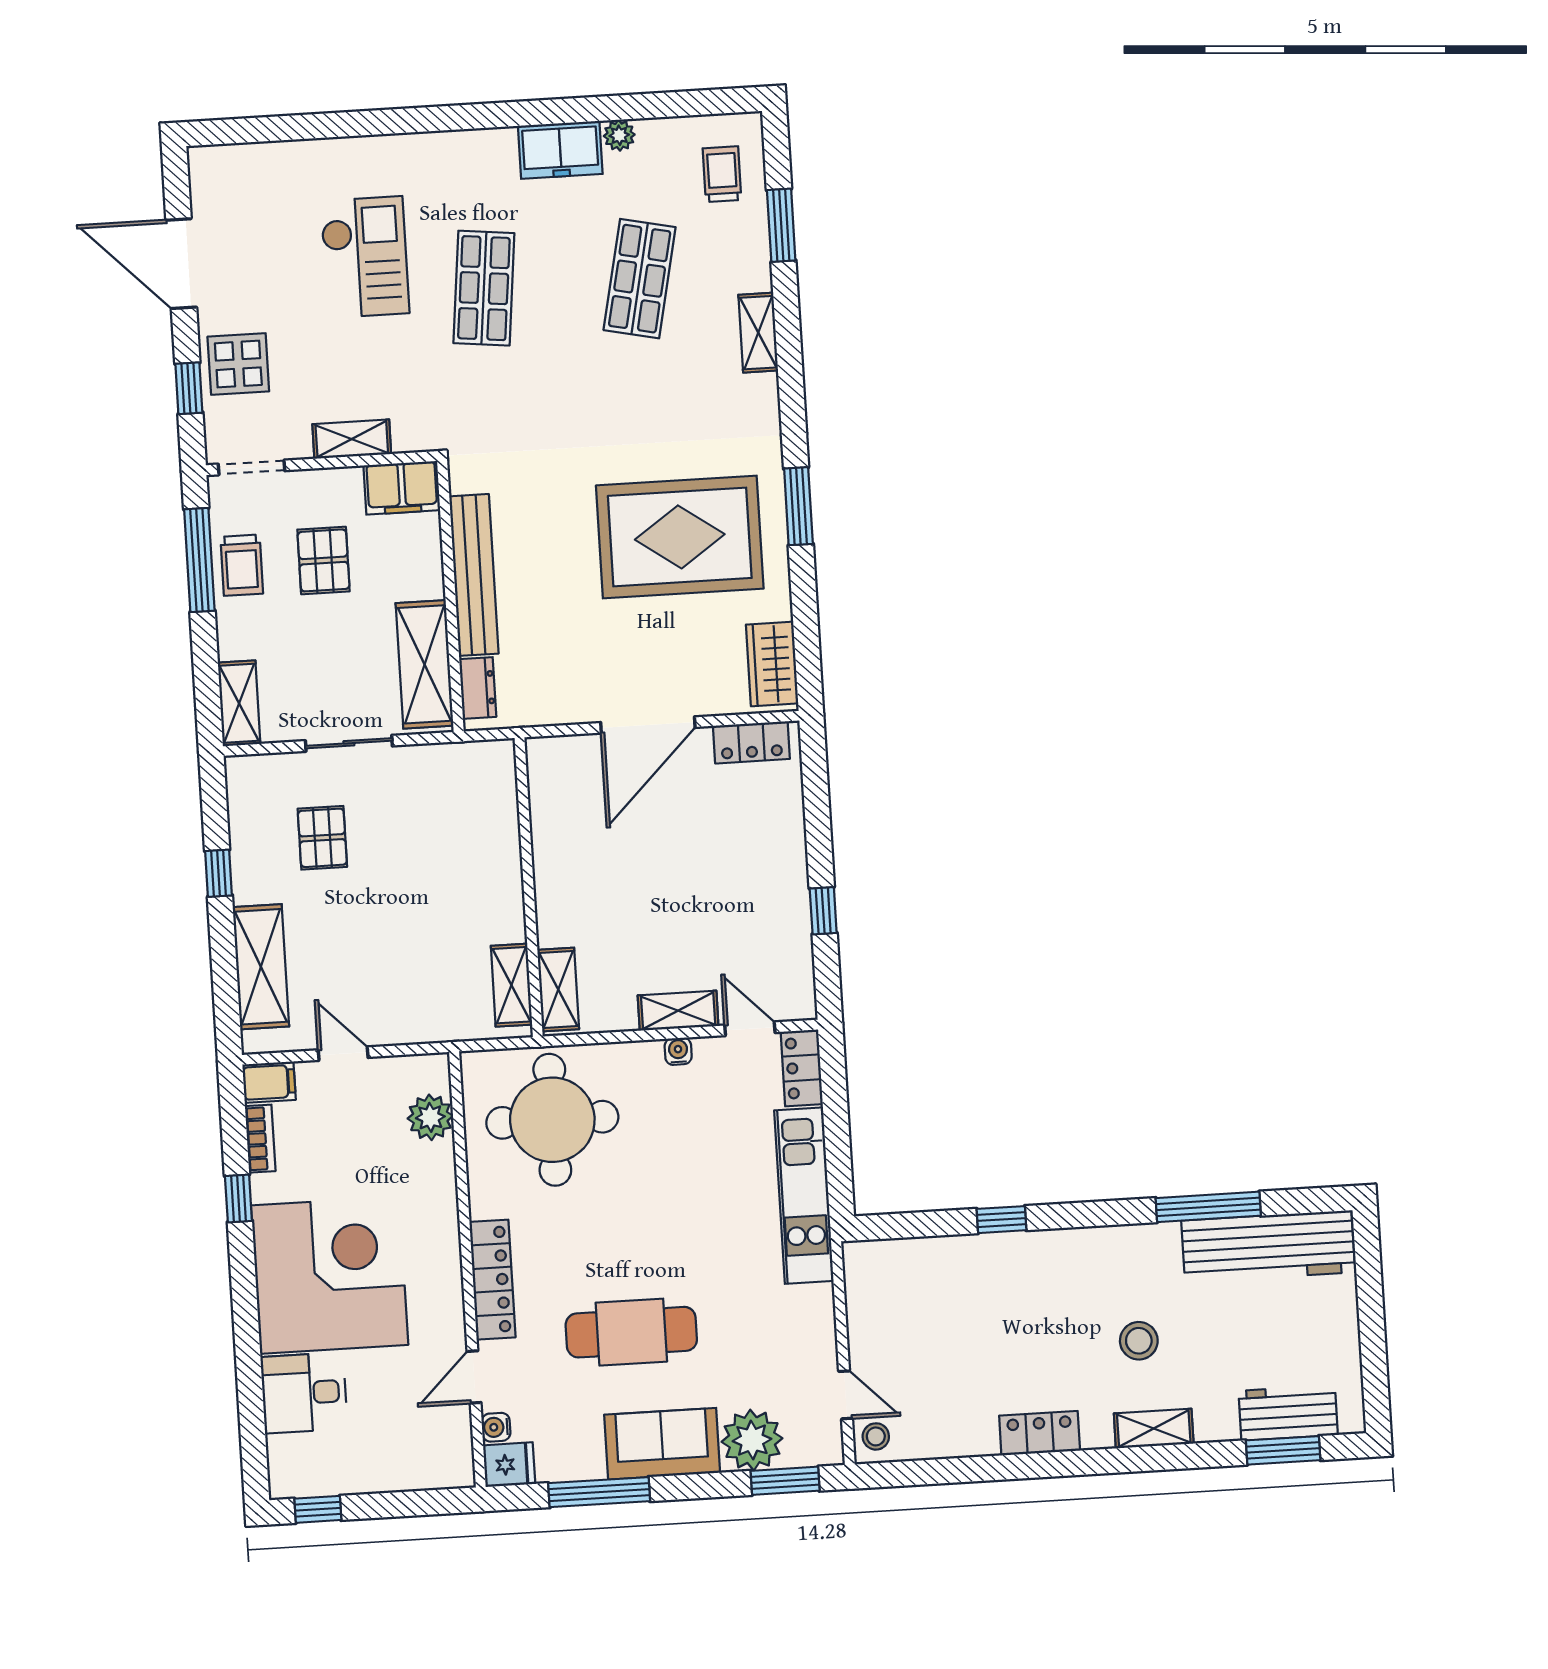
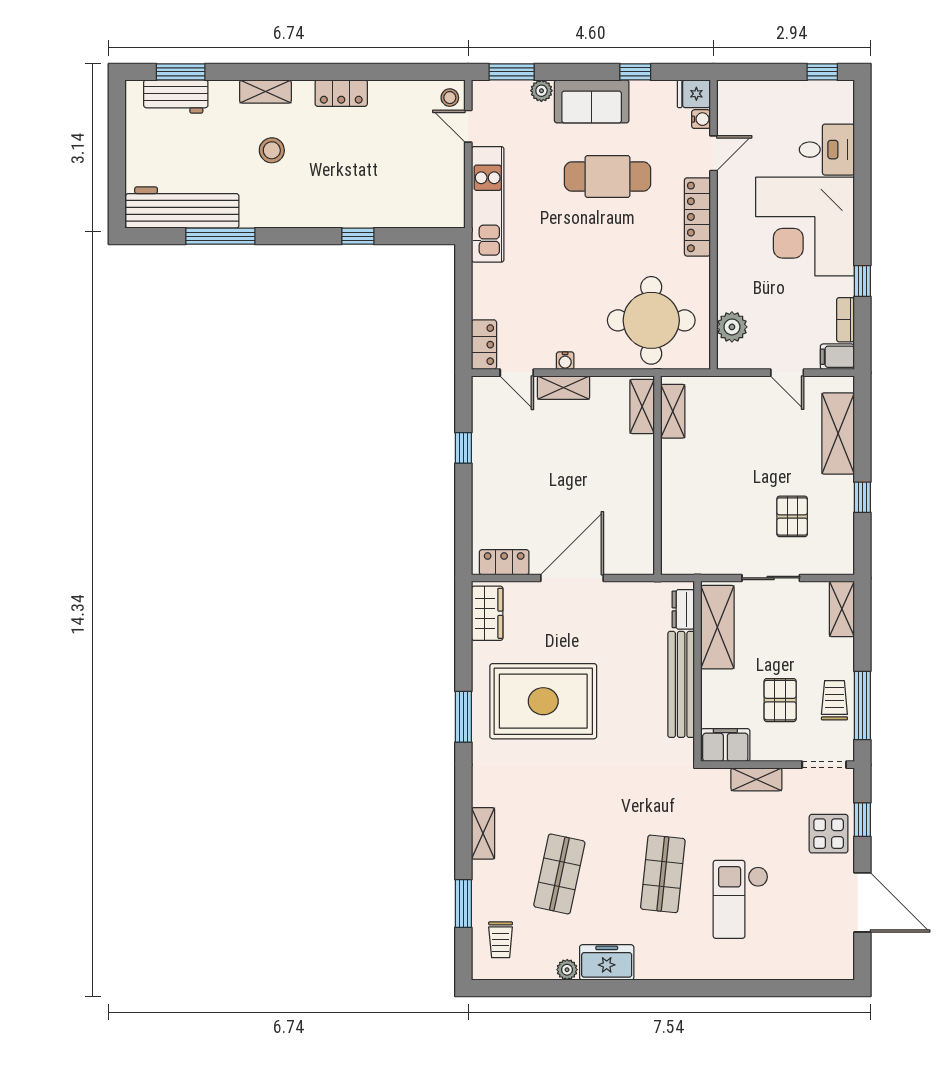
kitchen unit: (804, 1196) -> (488, 204), moved
plant: (752, 1440) -> (541, 91), width x0.53, depth x0.53
window: (599, 1492) -> (635, 72), width x0.46

